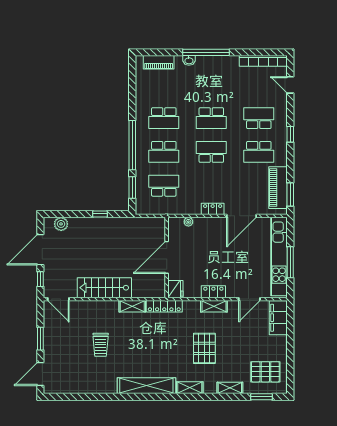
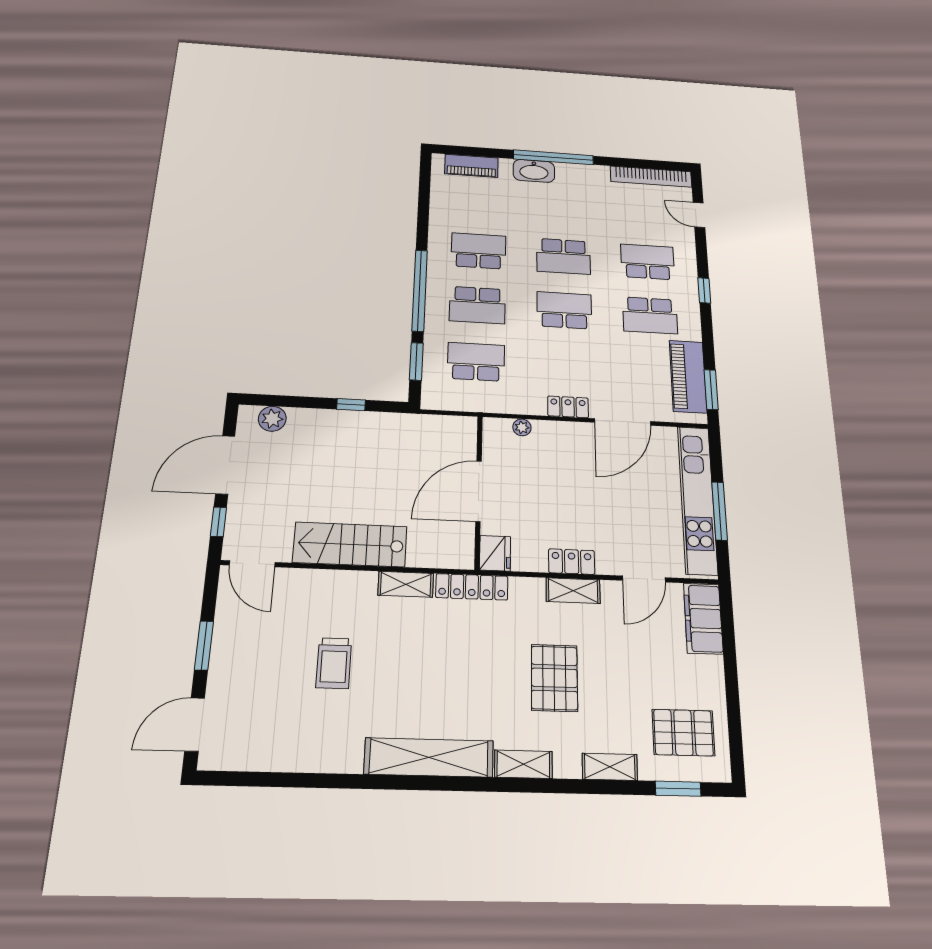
washbasin: (189, 60) -> (534, 171), width x1.91, depth x1.45
school desk: (164, 118) -> (479, 251), turned 180

